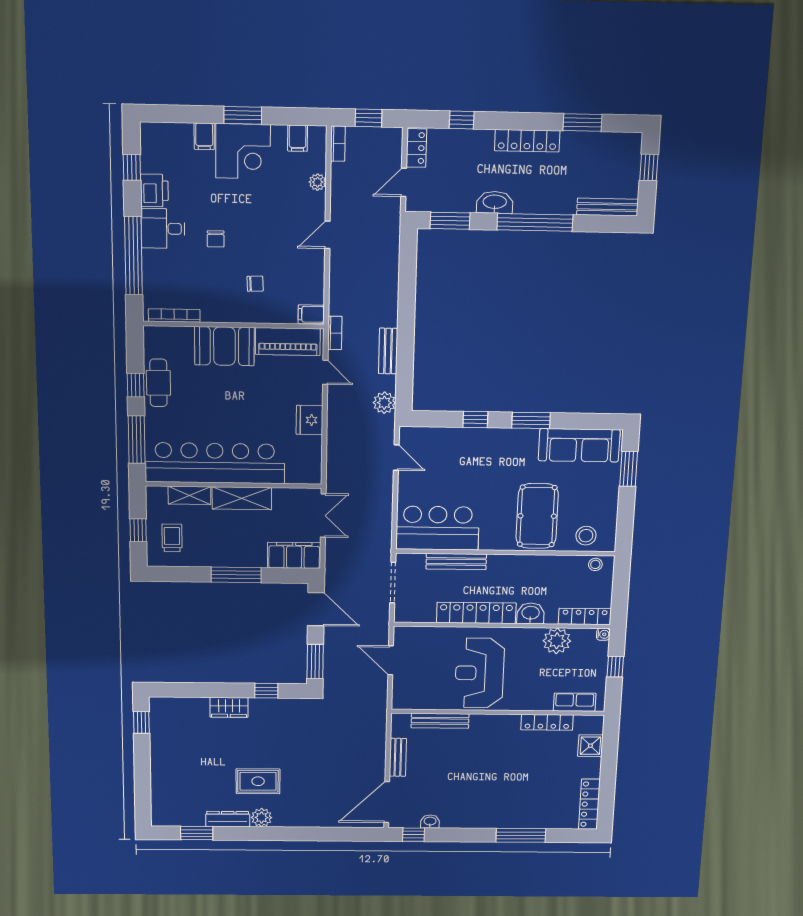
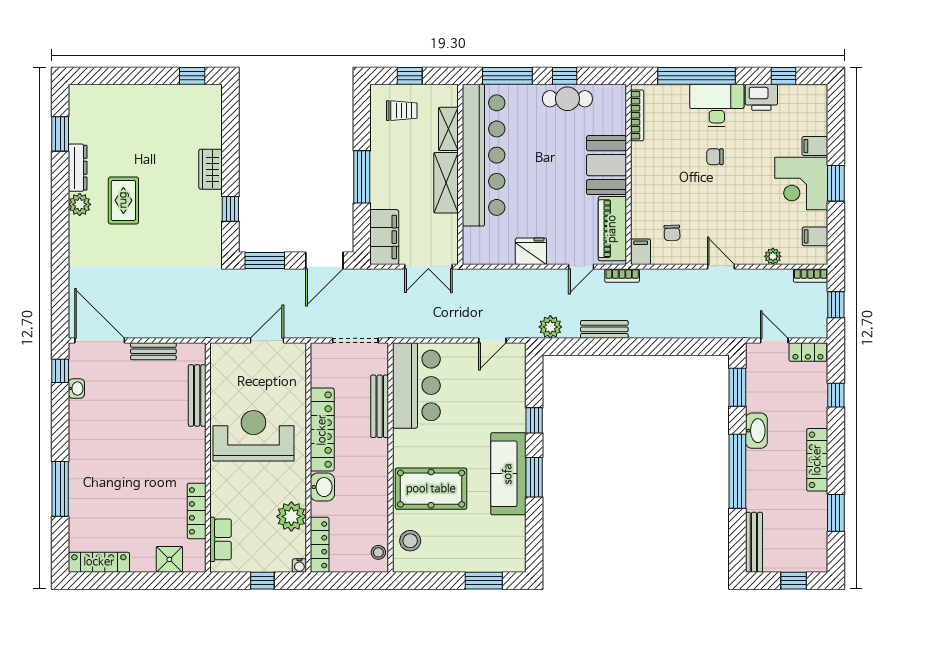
desk: (163, 229) -> (717, 105), width x1.37
chair: (255, 284) -> (672, 233), moved
sofa: (579, 445) -> (508, 474), moved

